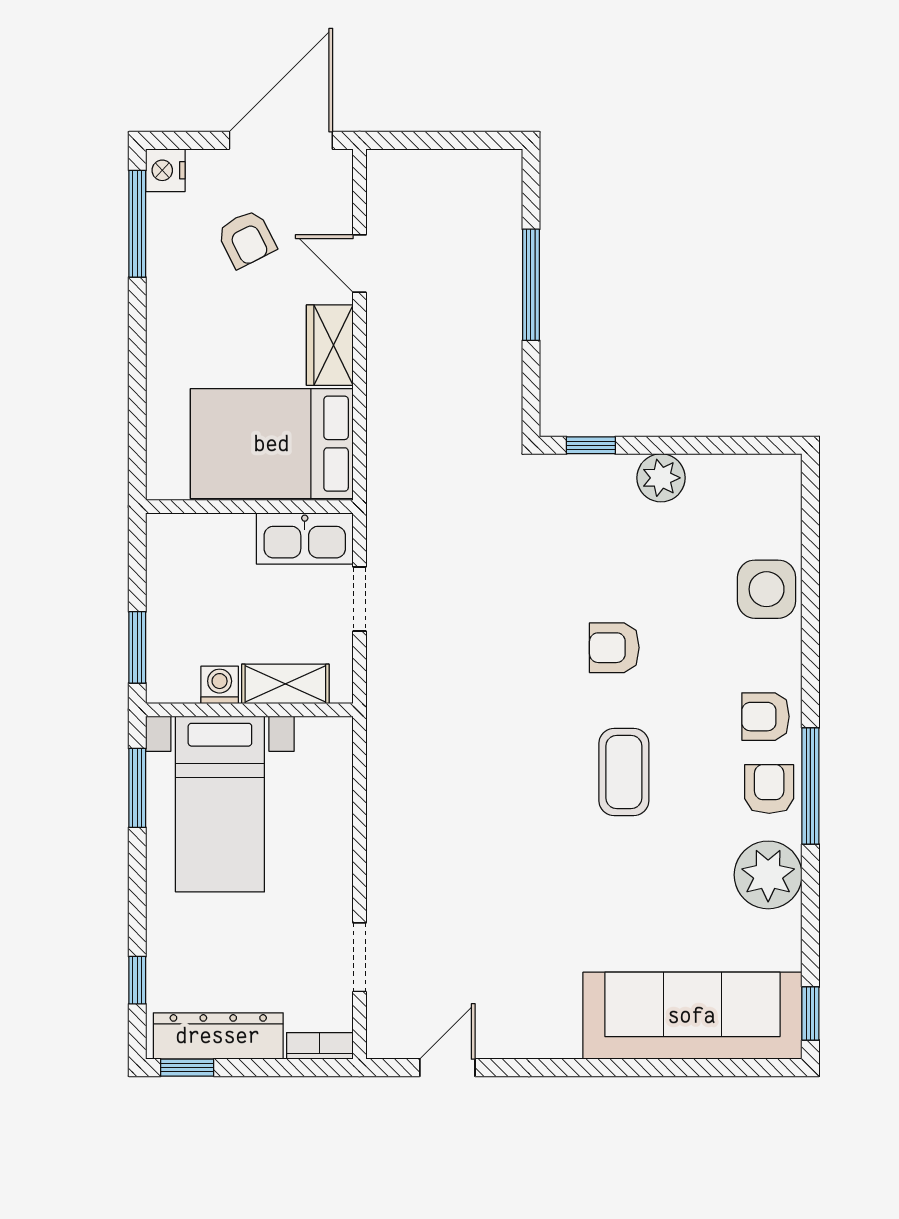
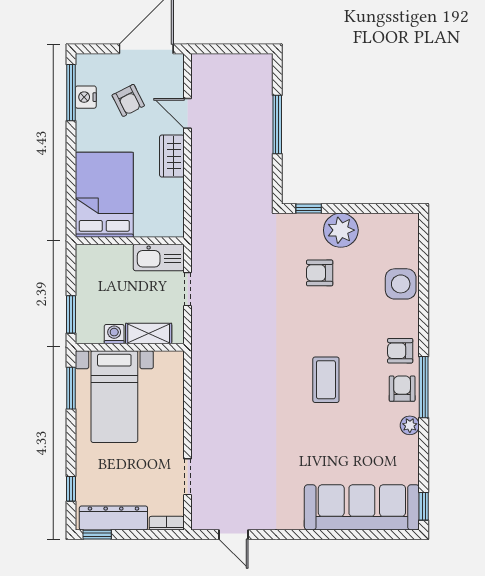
nightstand: (165, 170) -> (86, 97), moved
bed: (272, 444) -> (104, 195), moved, turned 90
plant: (661, 478) -> (341, 230), width x1.36, depth x1.36
armchair: (614, 648) -> (320, 273), moved
plant: (768, 875) -> (410, 425), width x0.53, depth x0.53
door: (447, 1068) -> (234, 535), swing flipped

